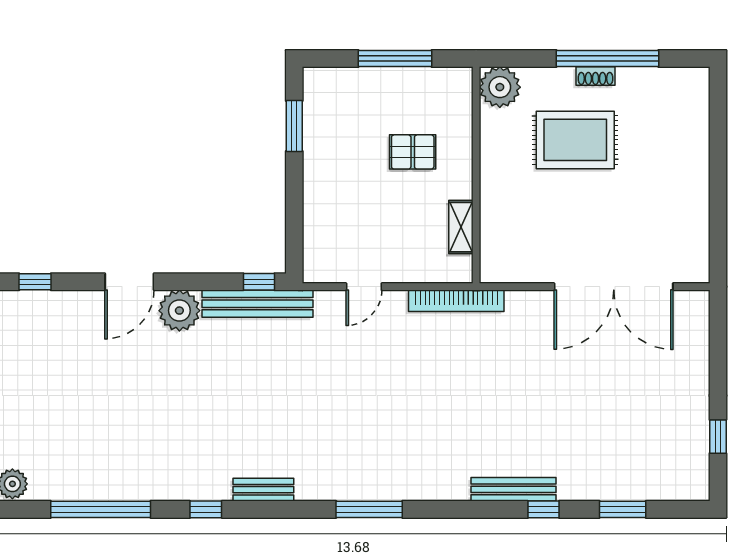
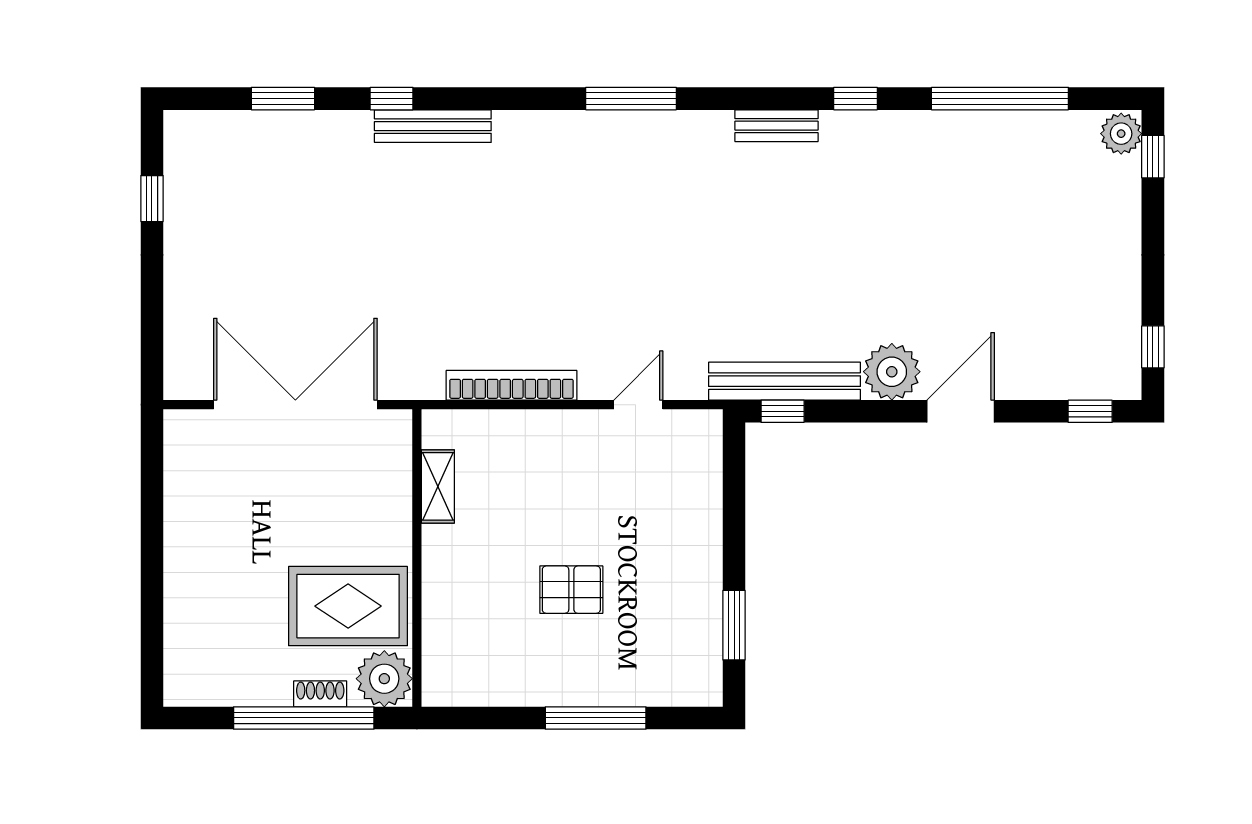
plant: (500, 87) -> (384, 679), moved
wall: (476, 175) -> (417, 558), moved
shelving: (461, 227) -> (438, 486), moved

